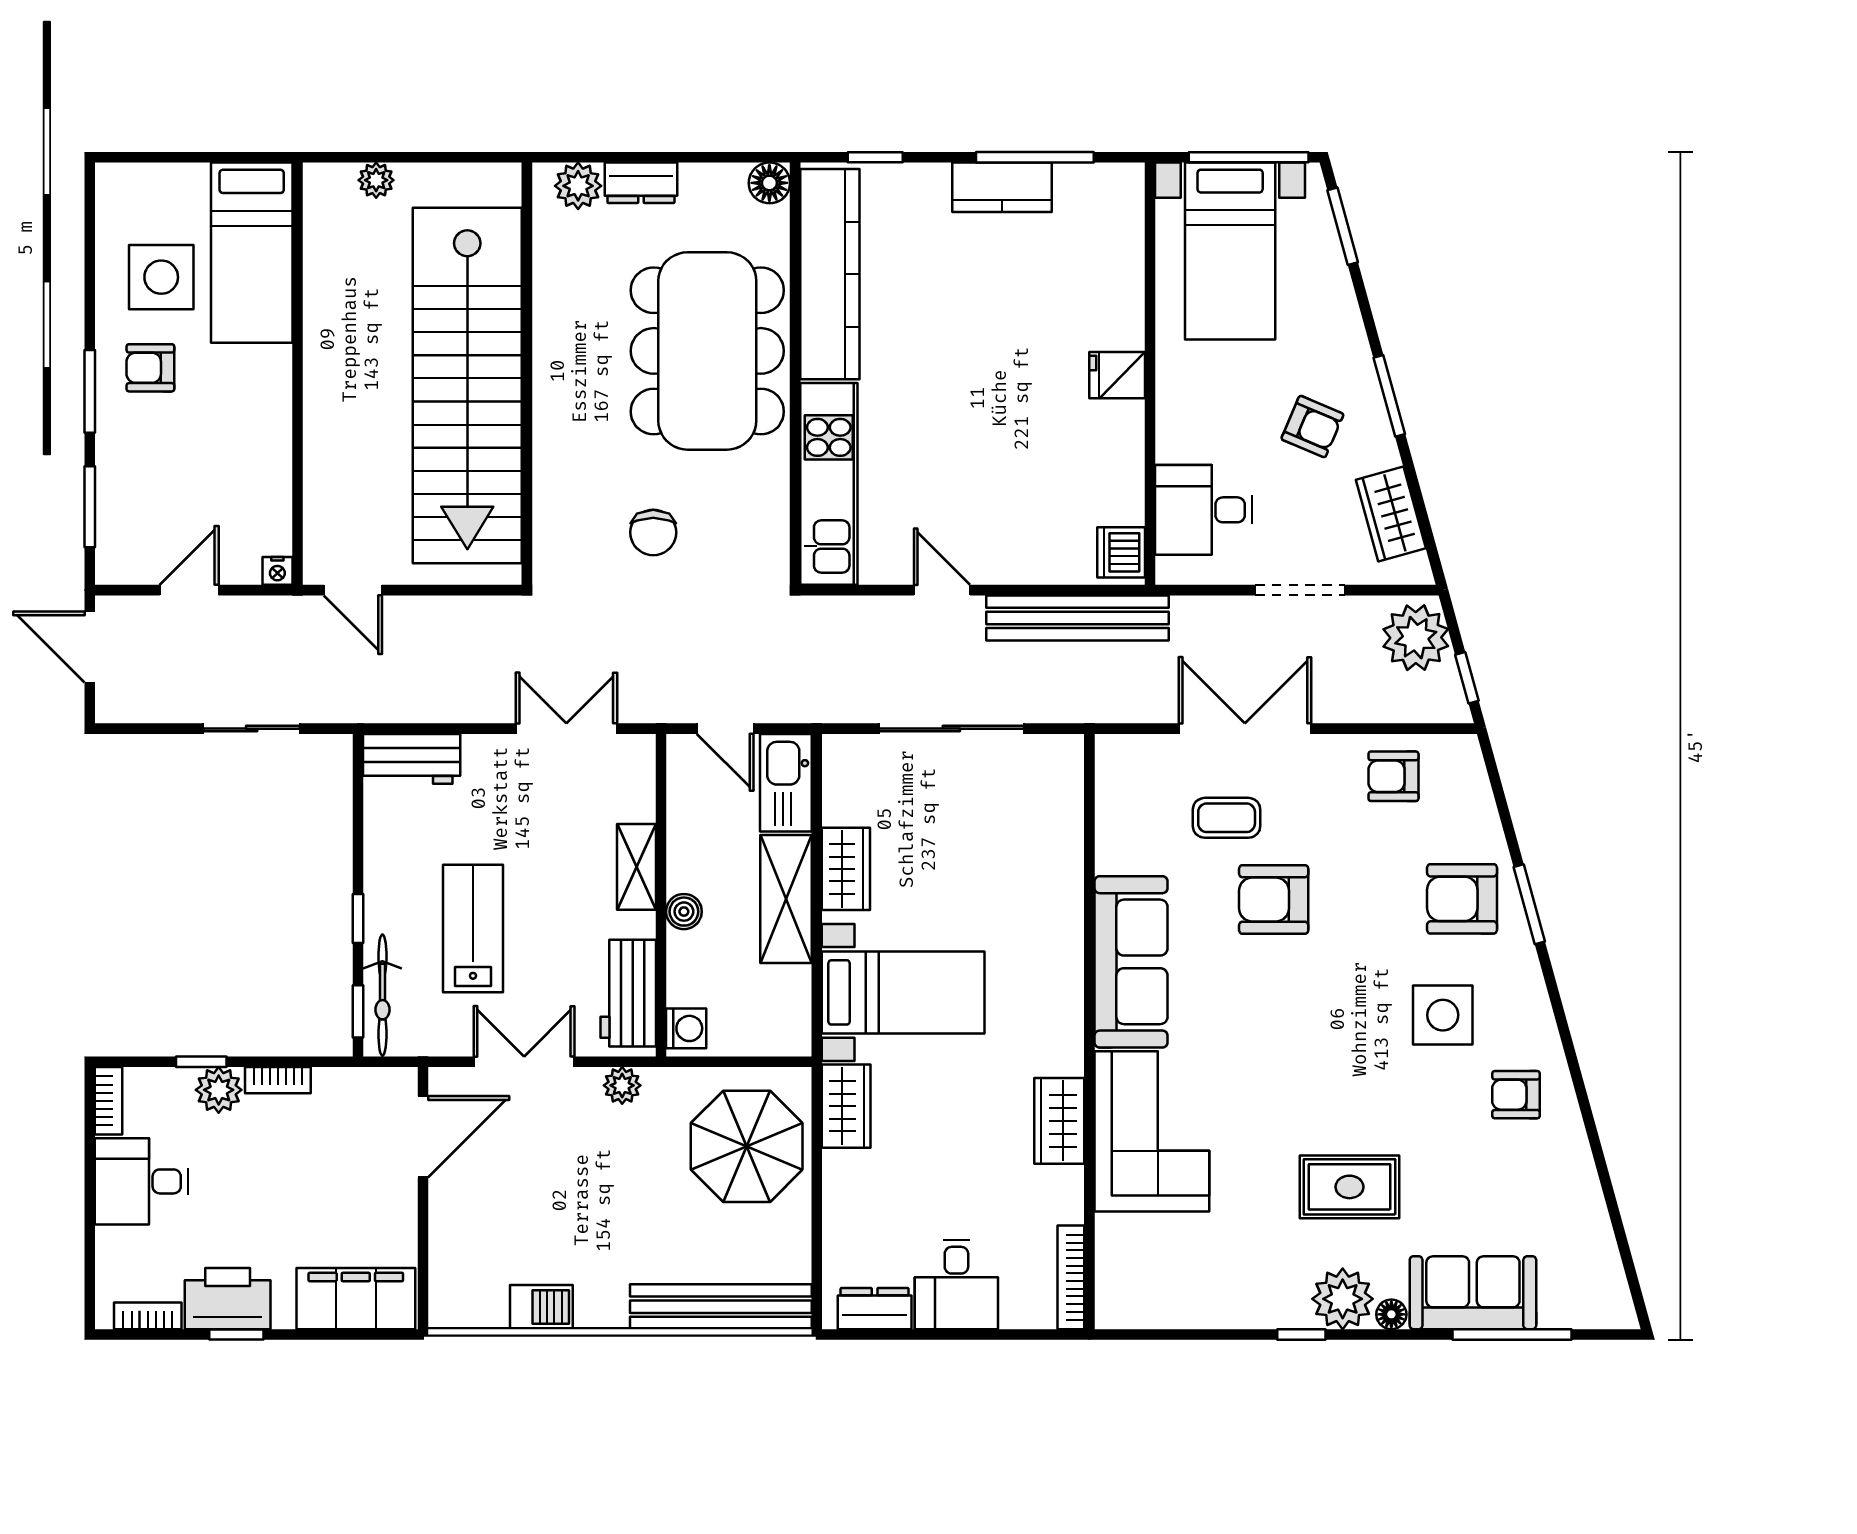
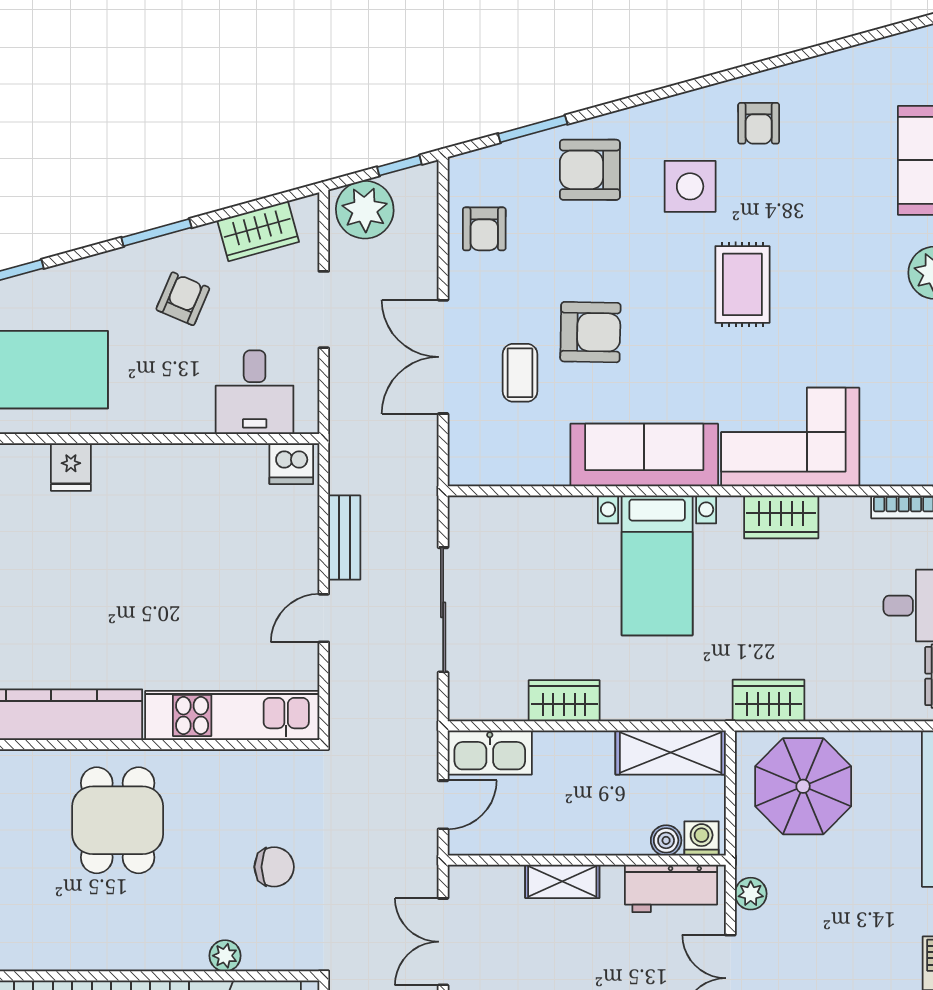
dining table: (707, 351) -> (118, 820), width x0.53, depth x0.80
fridge: (1117, 375) -> (71, 467), moved
plant: (550, 476) -> (225, 956), added
bench: (1078, 618) -> (344, 538), width x0.54, depth x0.82
shelving: (786, 899) -> (671, 752), moved
armchair: (1274, 899) -> (590, 332), turned -89
armchair: (1462, 899) -> (590, 170), turned 90
window: (1529, 904) -> (533, 129), moved
boiler: (684, 912) -> (666, 840), moved
bed with nightstands: (903, 992) -> (657, 565), moved, turned 180
rug: (1349, 1187) -> (742, 284), moved

